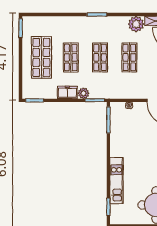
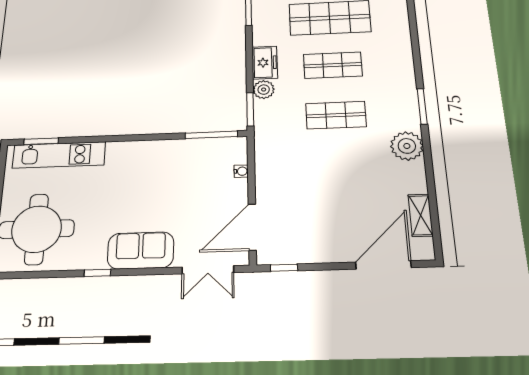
plant: (136, 24) -> (407, 146), moved
shop shelf: (129, 57) -> (339, 168), removed
kitchen unit: (117, 181) -> (59, 155), moved

